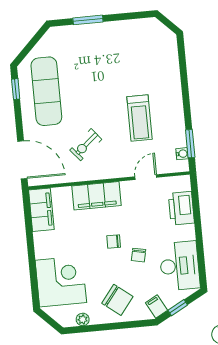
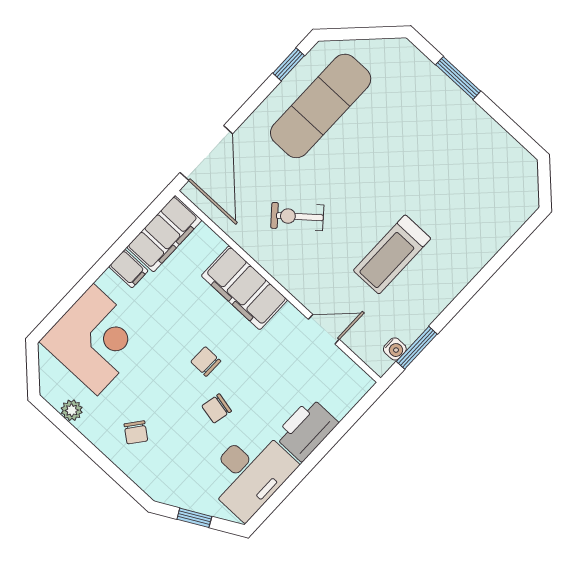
printer: (181, 208) -> (306, 429), moved
chair: (117, 300) -> (136, 432), width x0.54, depth x0.54
filing cabinet: (156, 307) -> (128, 269), moved, turned 118

